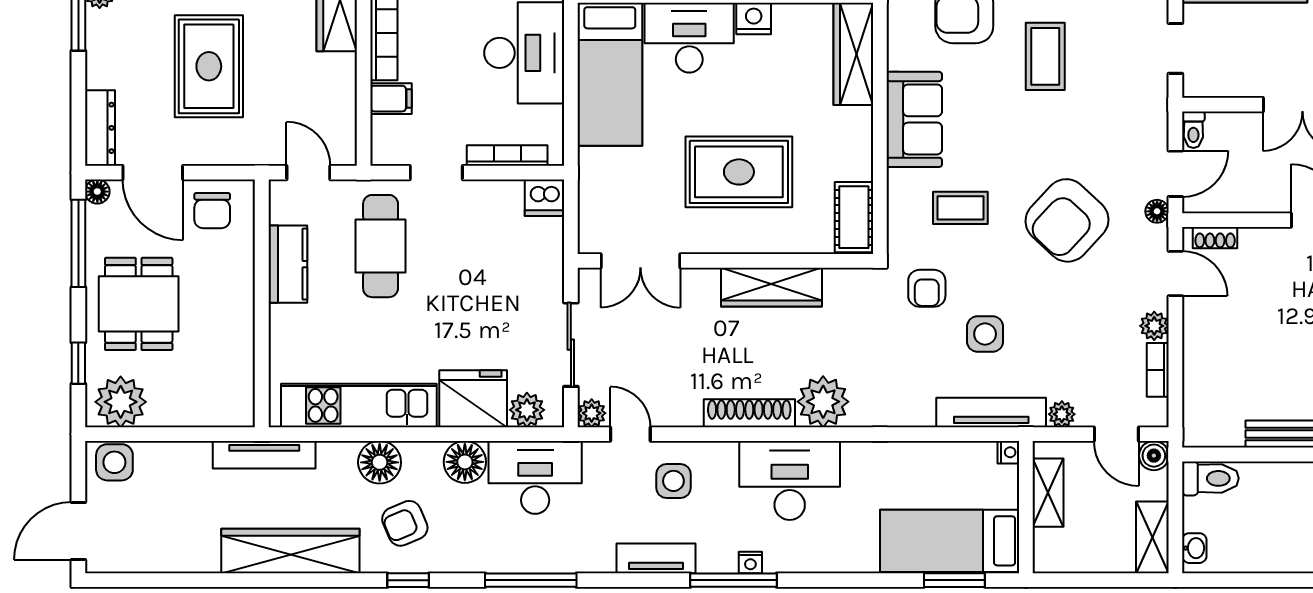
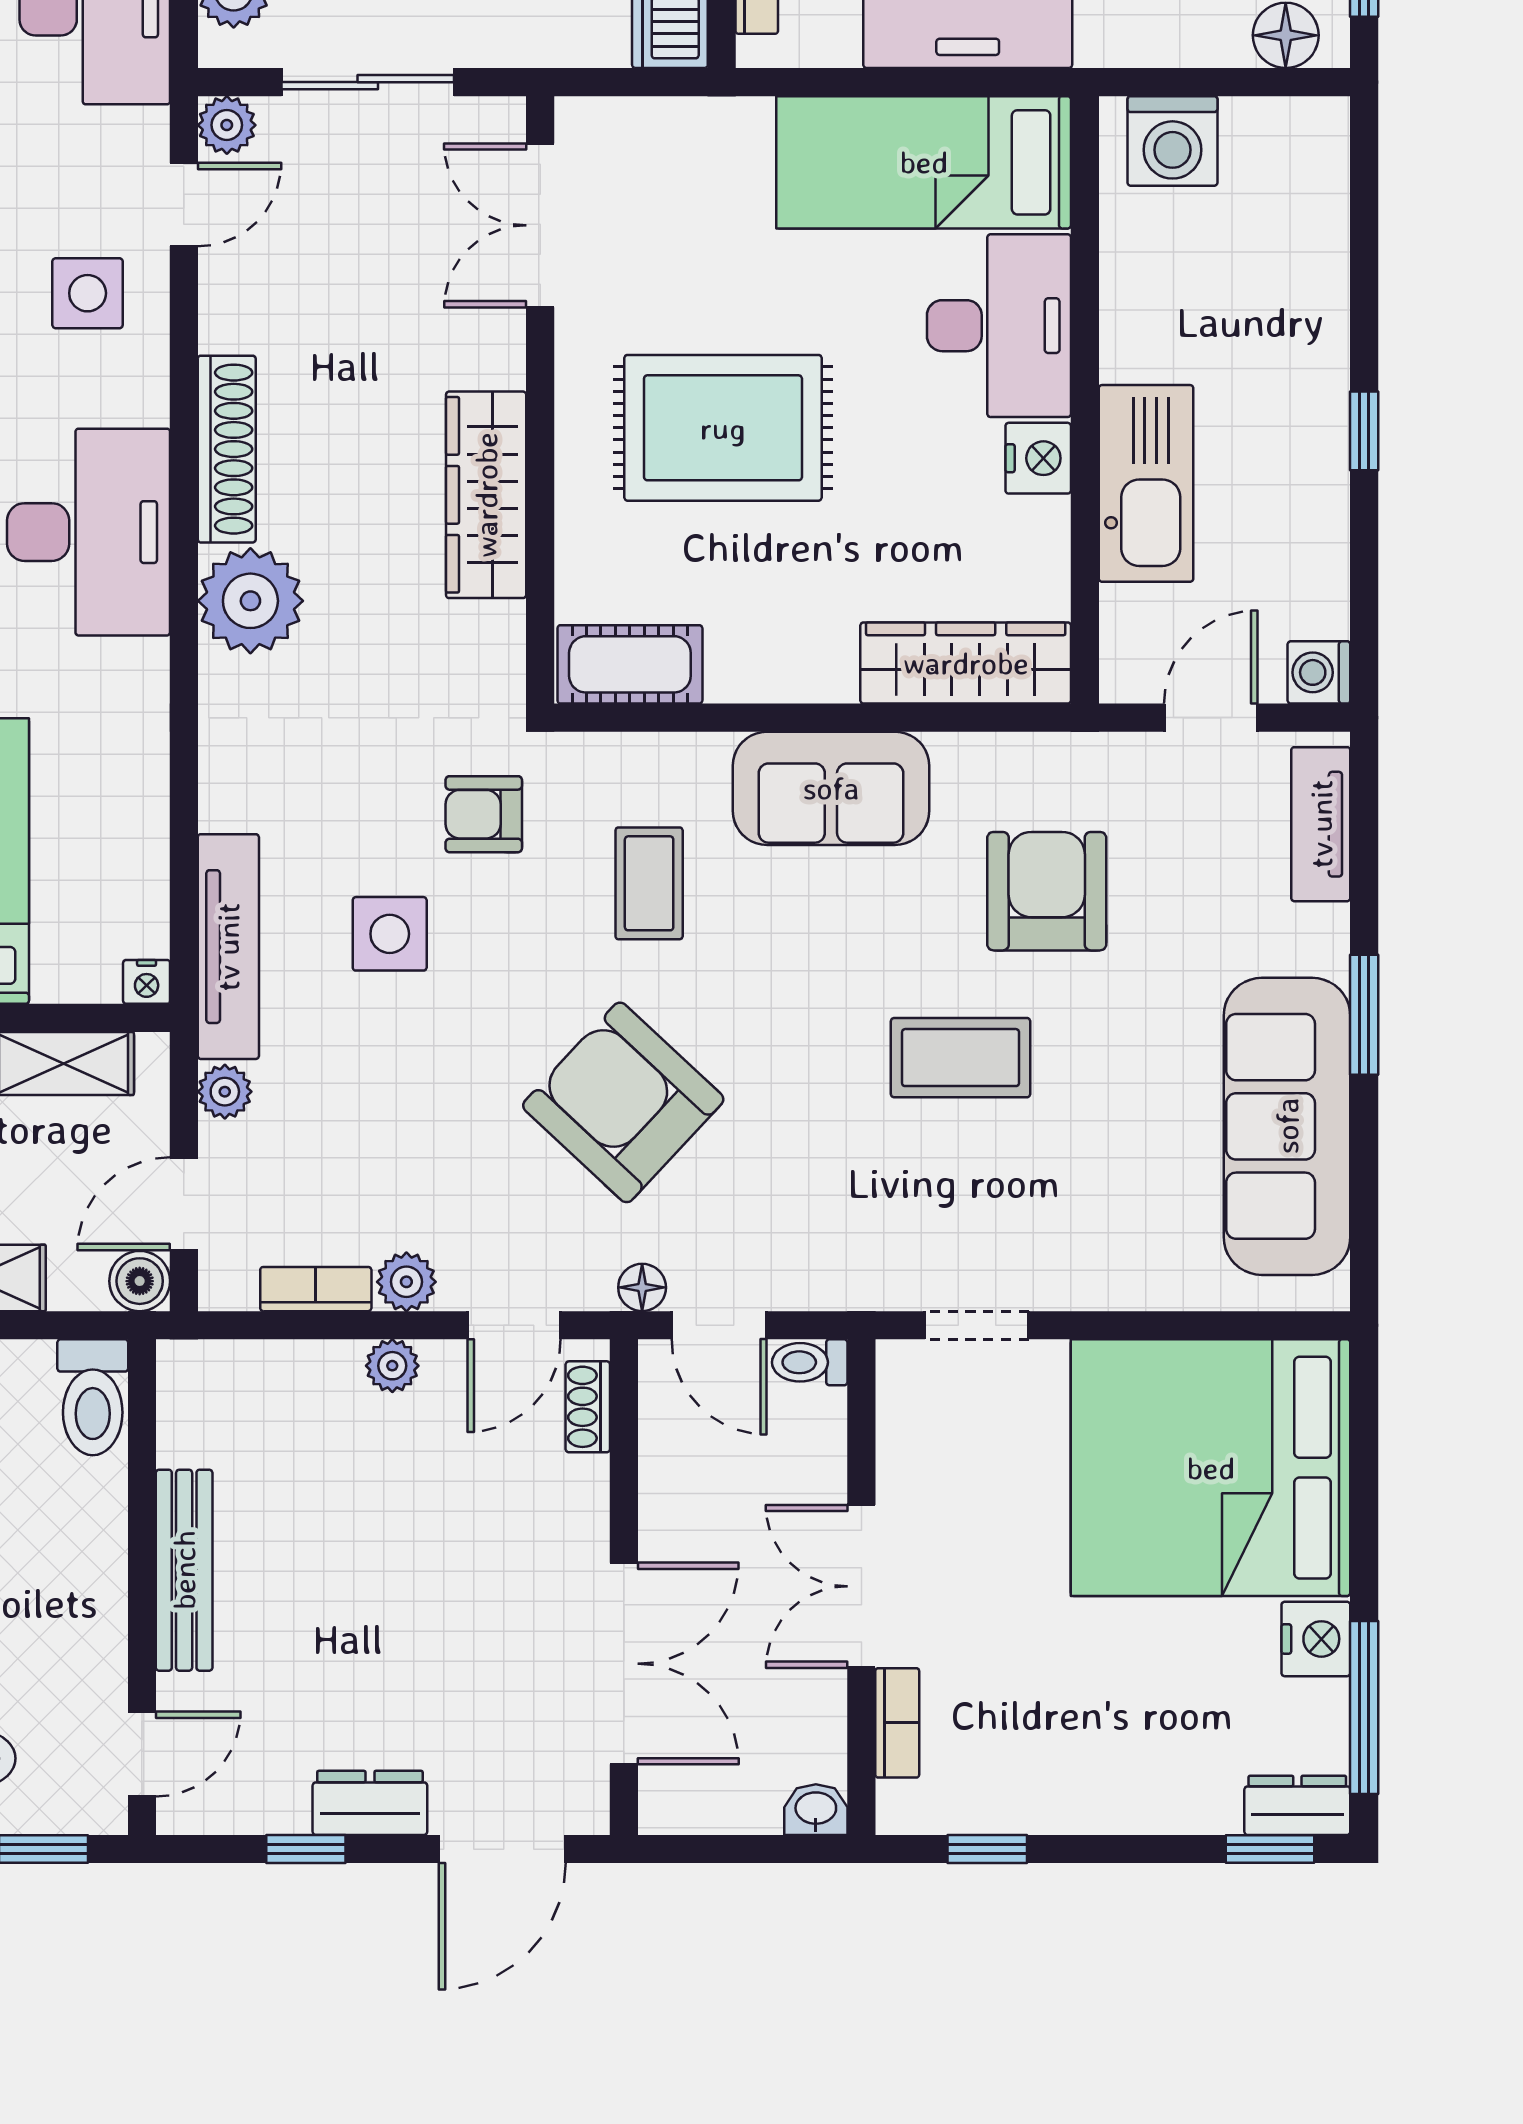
rug: (739, 172) -> (723, 428), turned 90
plant: (1195, 333) -> (392, 1366), added

